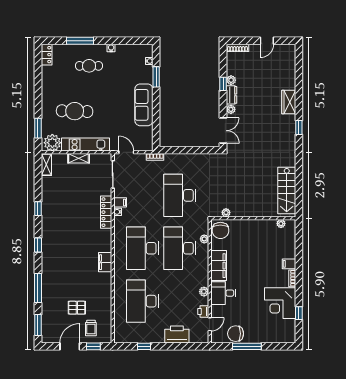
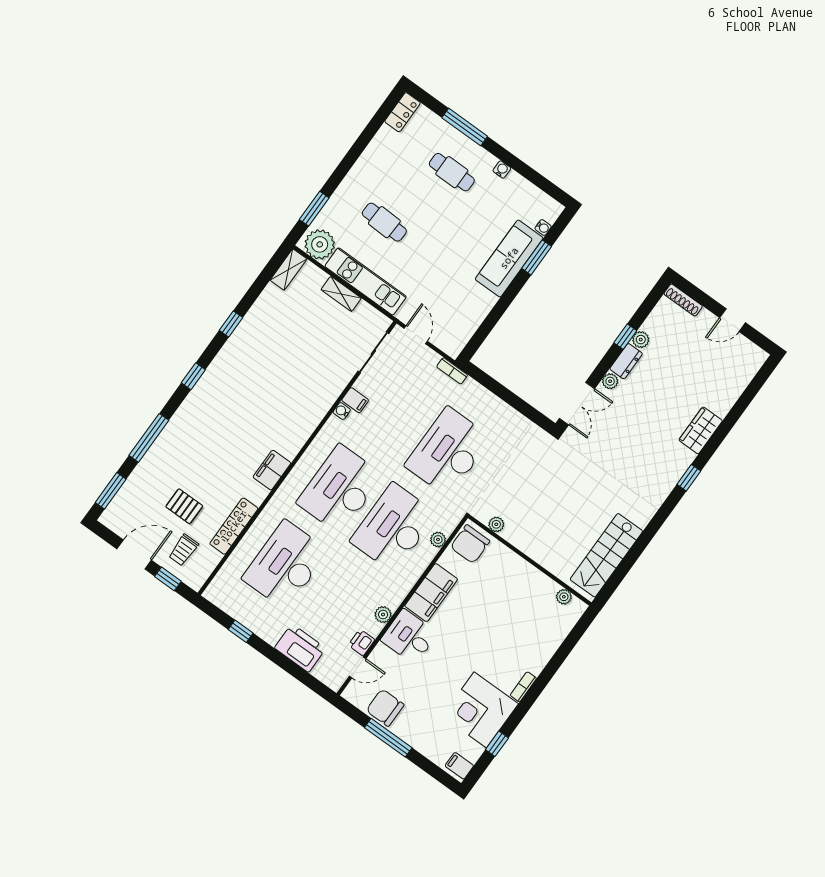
sofa: (144, 105) -> (509, 258), moved
cafe table: (75, 111) -> (384, 222), width x0.73, depth x0.74
locker: (106, 212) -> (234, 526), moved
filing cabinet: (289, 264) -> (459, 766), moved

